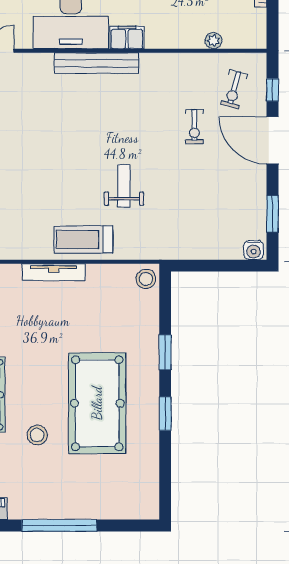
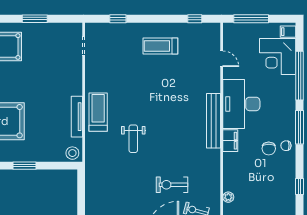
exercise bike: (194, 127) -> (172, 185), width x1.38, depth x1.39
weight bench: (124, 186) -> (133, 139), turned 90
tv unit: (54, 272) -> (77, 117), moved

